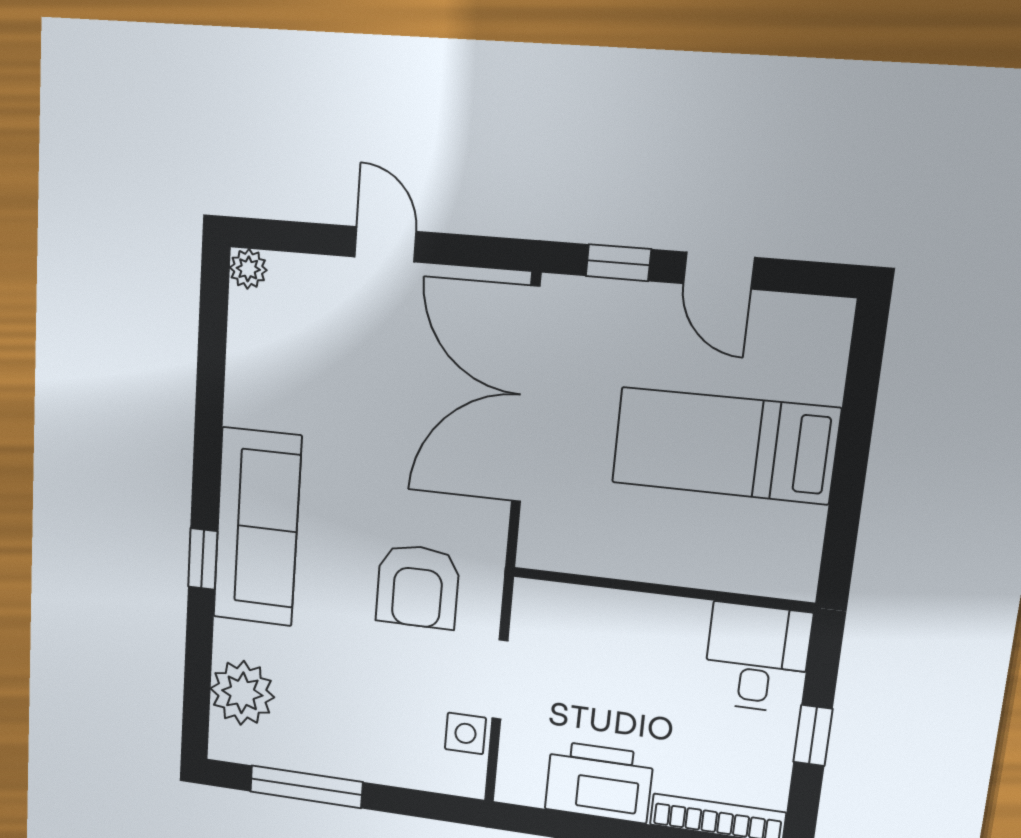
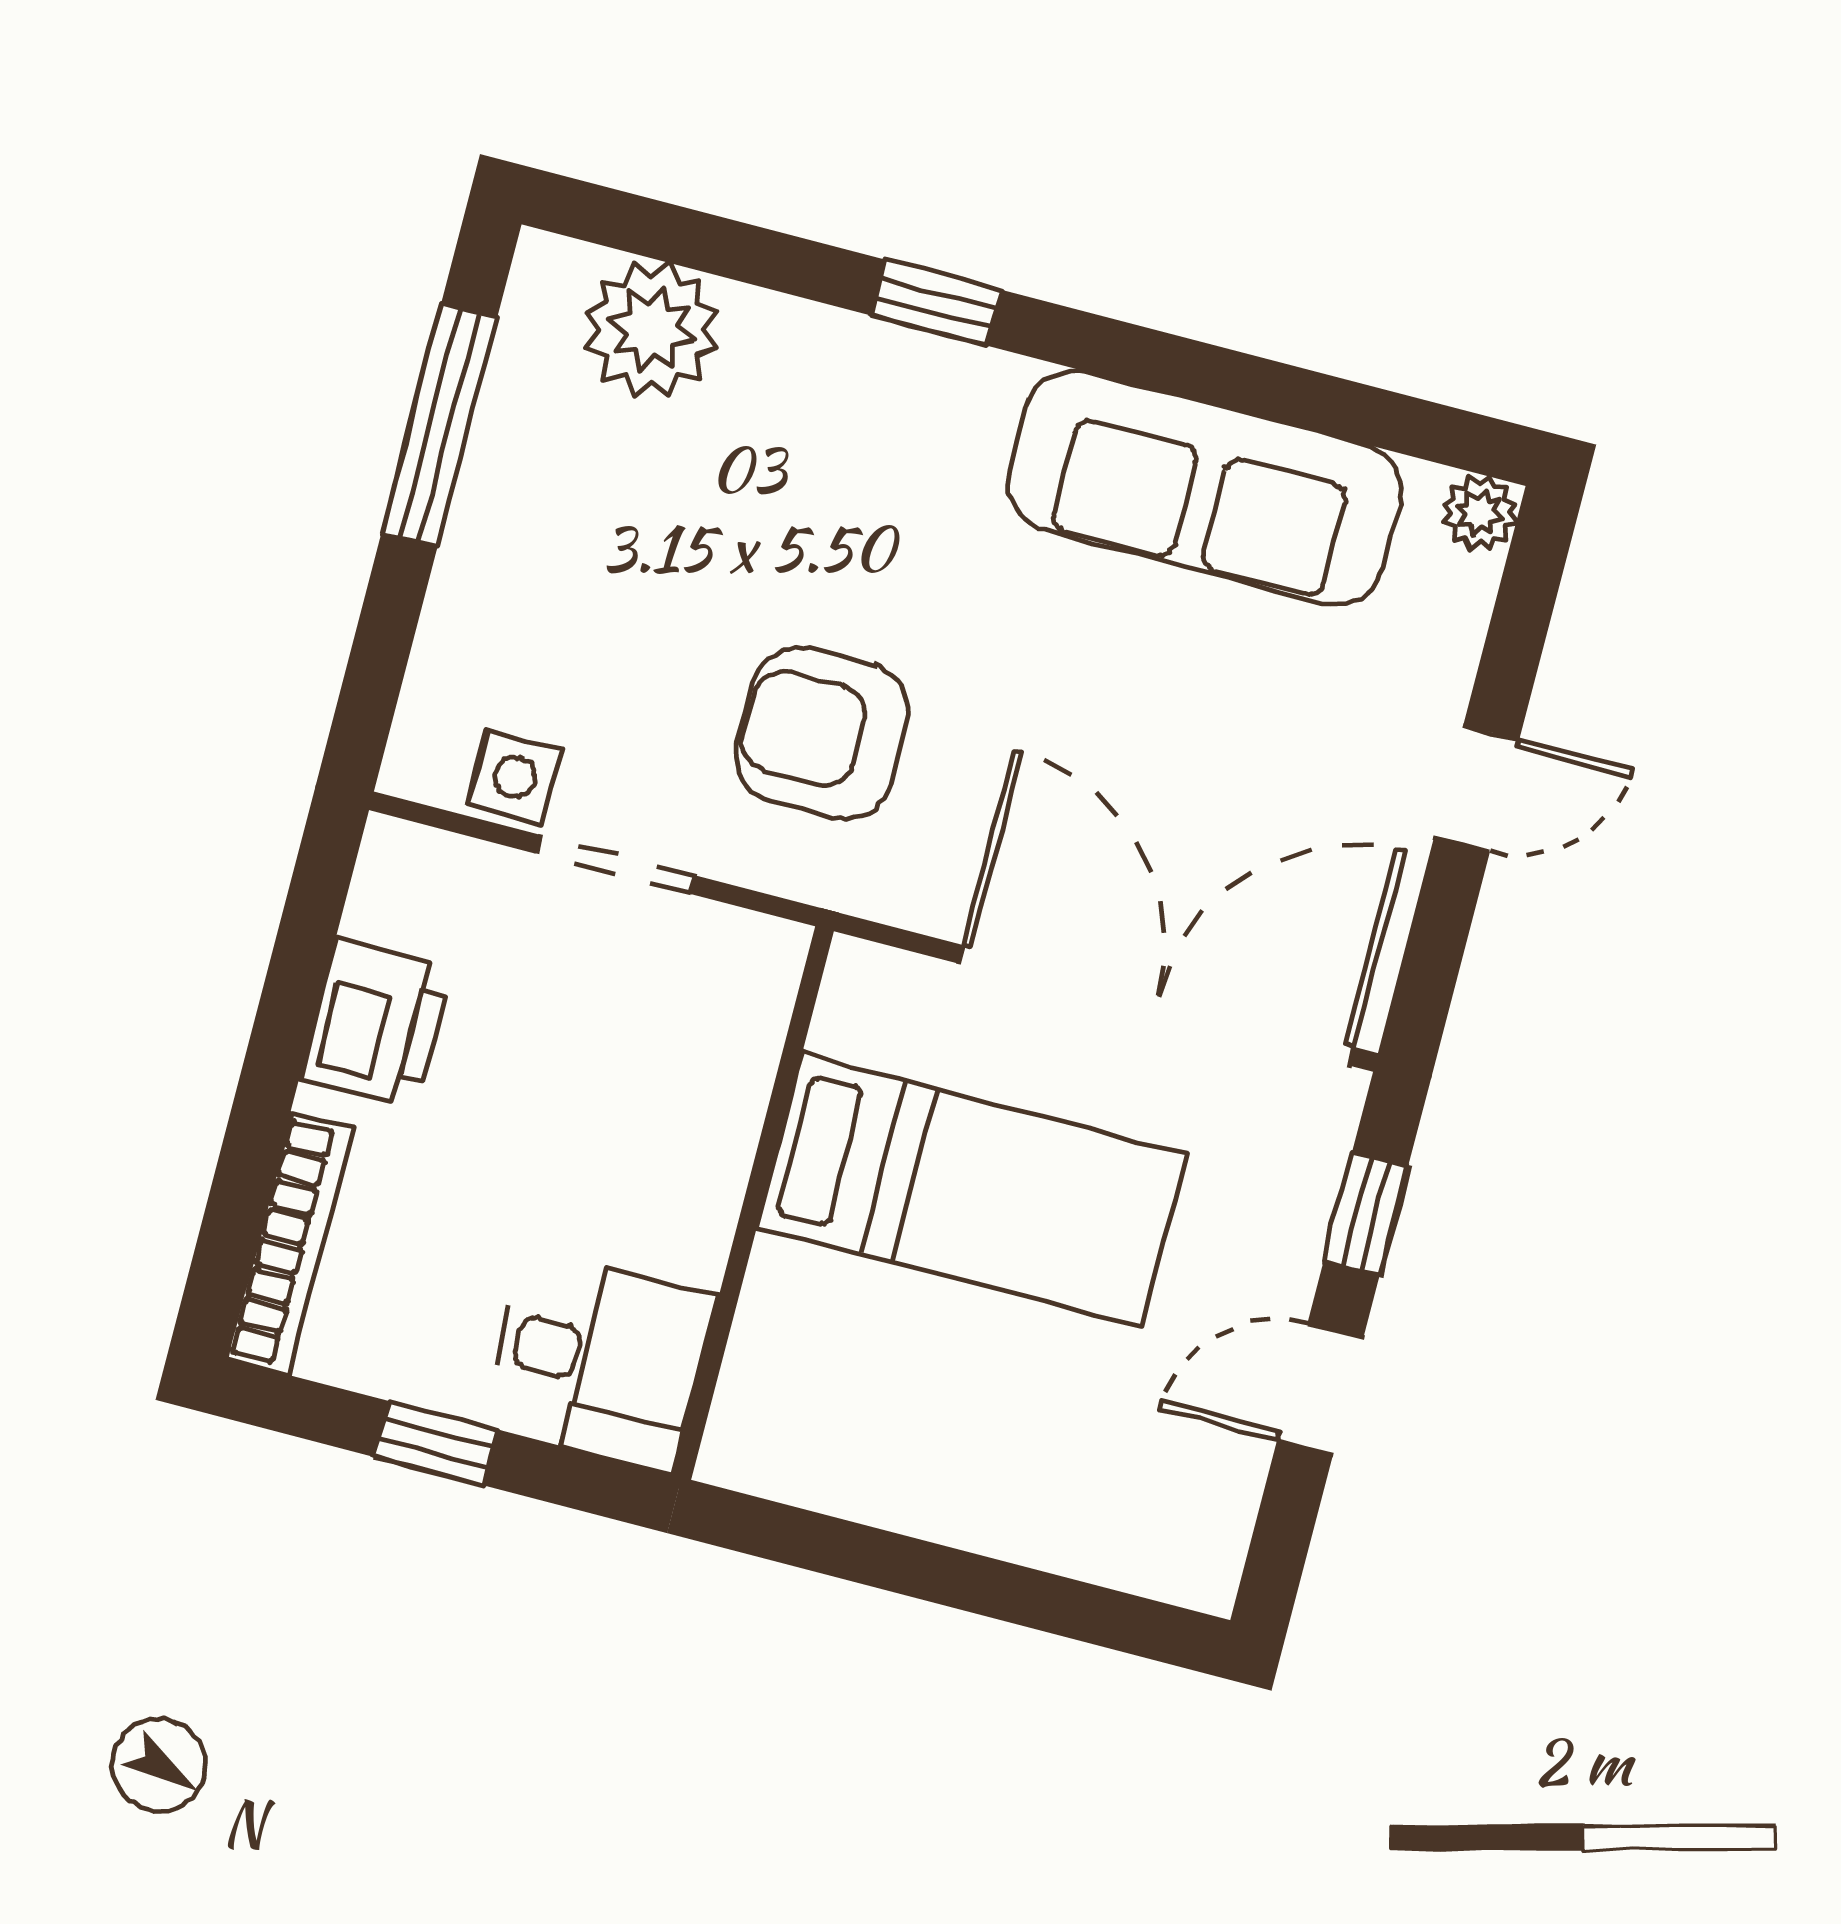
bed: (725, 446) -> (972, 1191), moved, turned 90
sofa: (257, 527) -> (1205, 487), moved
printer: (599, 782) -> (376, 1023), width x0.73, depth x0.84

